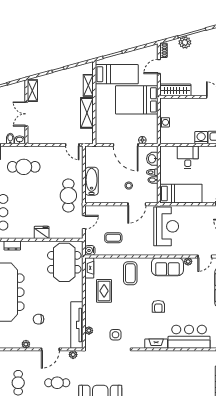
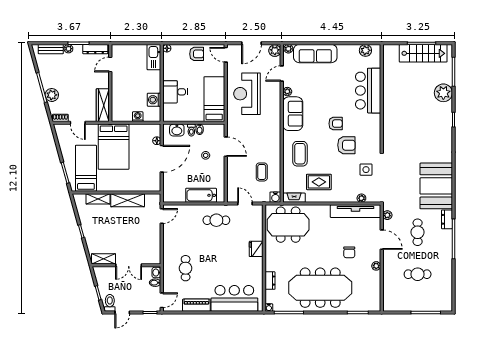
washing machine: (201, 138) -> (154, 100), moved
cafe table: (24, 167) -> (186, 268), width x0.73, depth x0.74
cafe table: (68, 196) -> (216, 220), width x0.73, depth x0.74
reception desk: (166, 226) -> (247, 94), moved, turned -90
door: (205, 256) -> (282, 73), swing flipped
coffee table: (130, 273) -> (300, 154), turned 90
armchair: (138, 317) -> (346, 145), added
fireplace: (156, 344) -> (375, 126), removed

